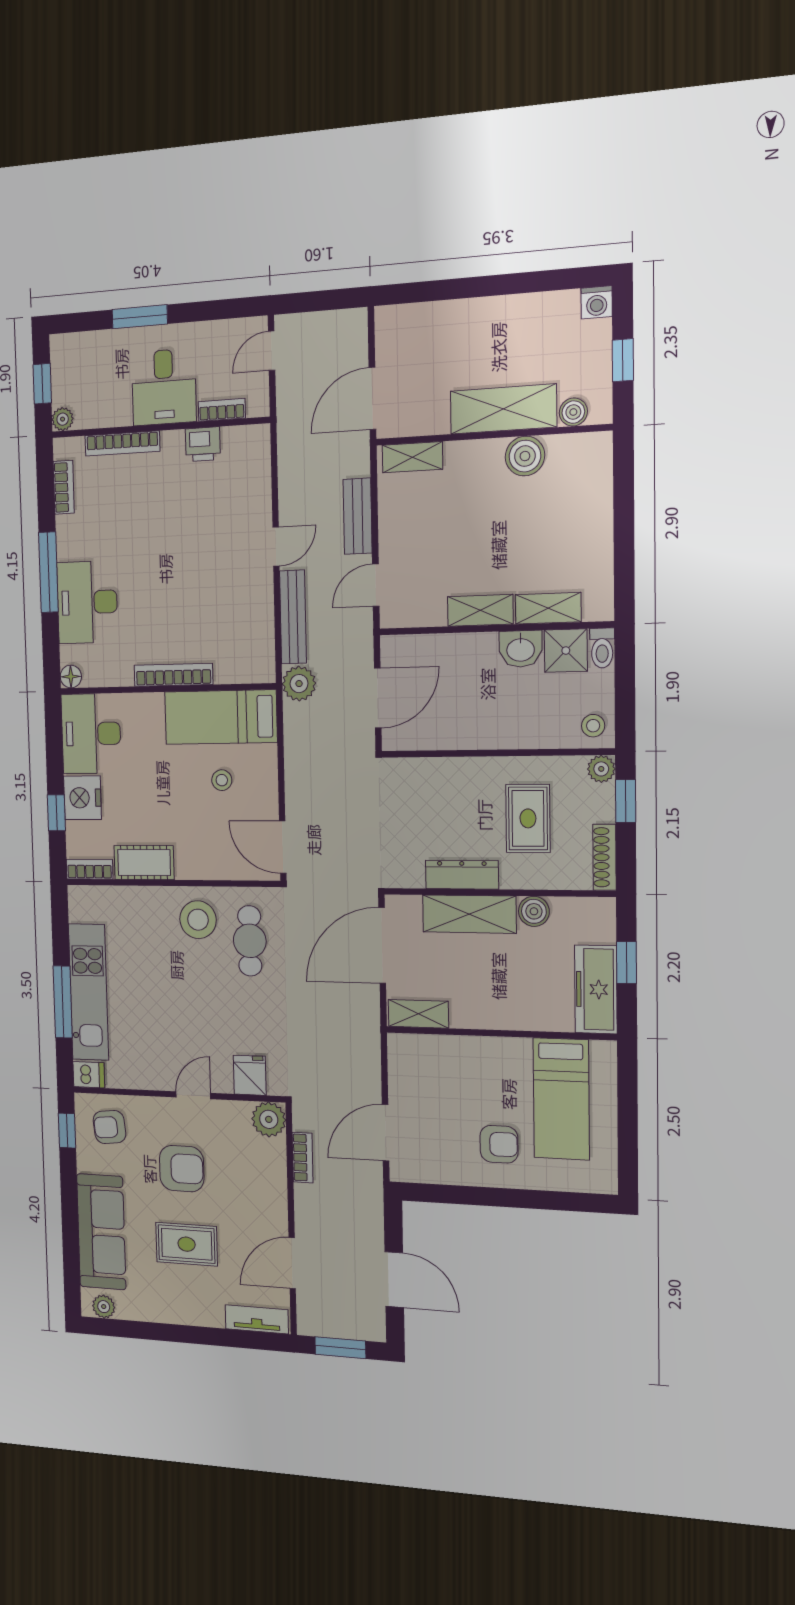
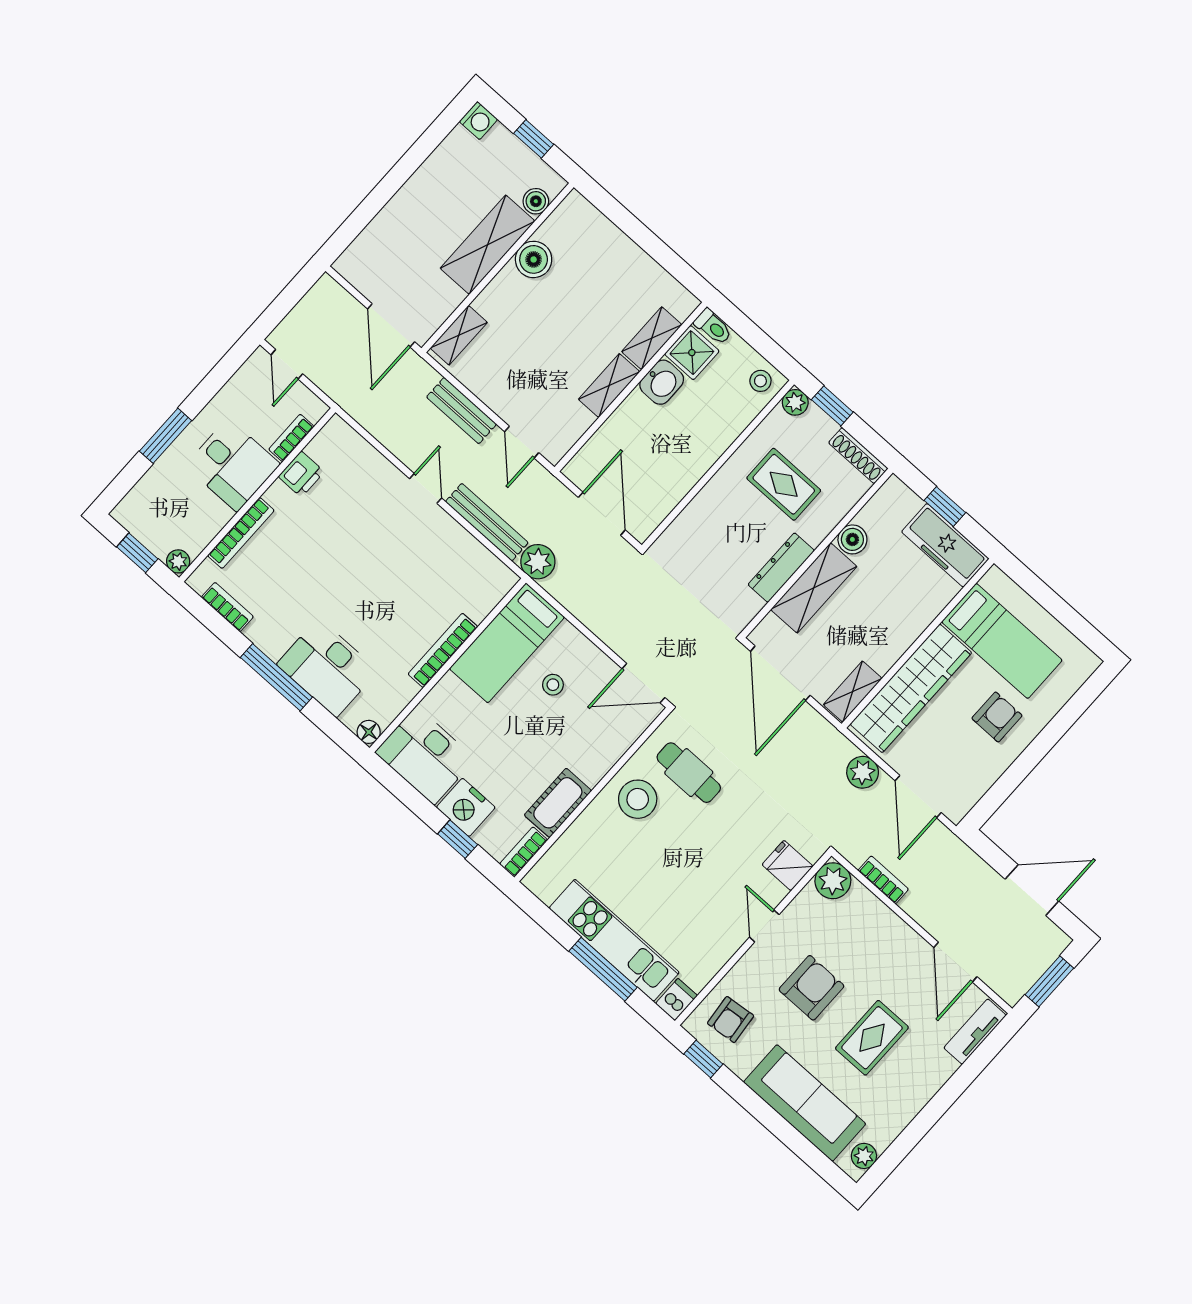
wardrobe: (461, 1058) -> (911, 688), added
plant: (366, 1074) -> (863, 772), added

